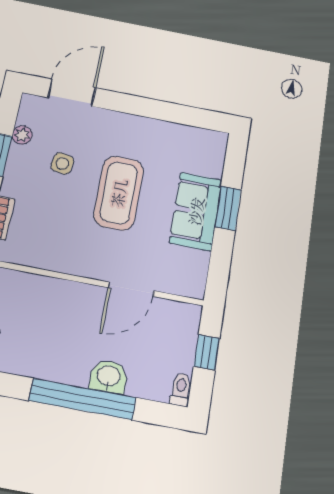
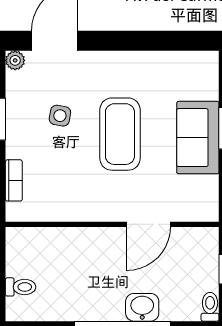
plant: (22, 135) -> (15, 60), moved

